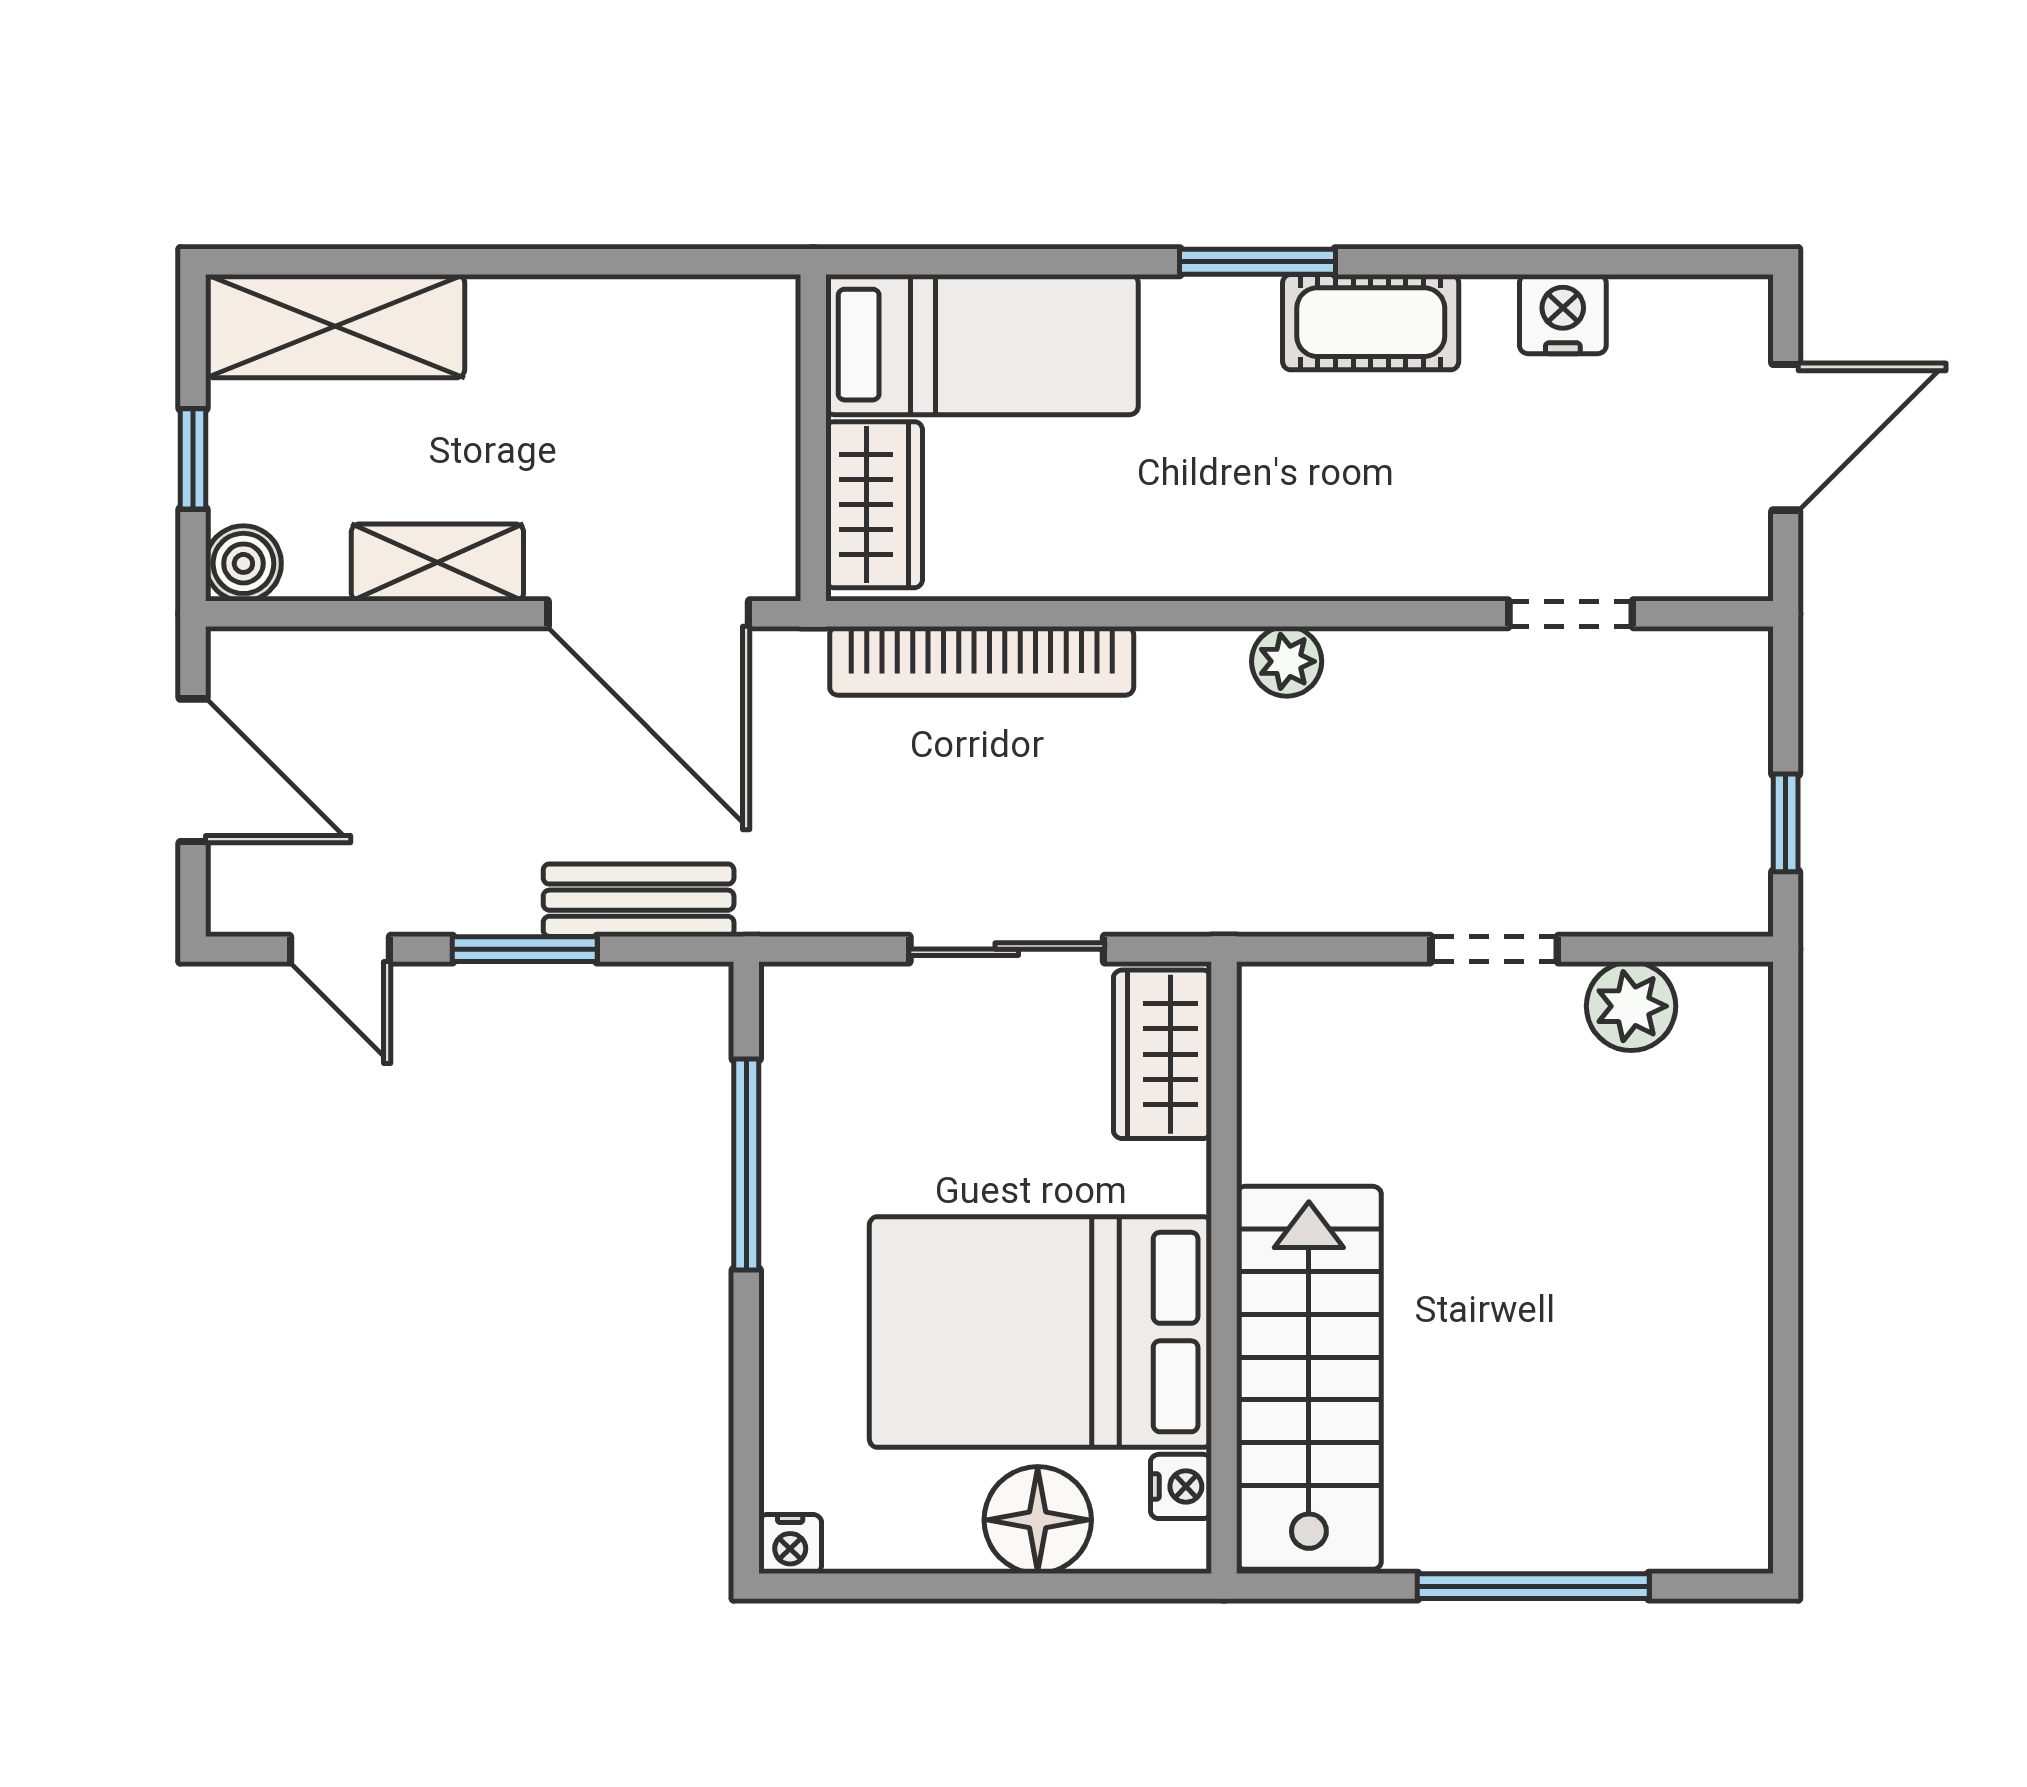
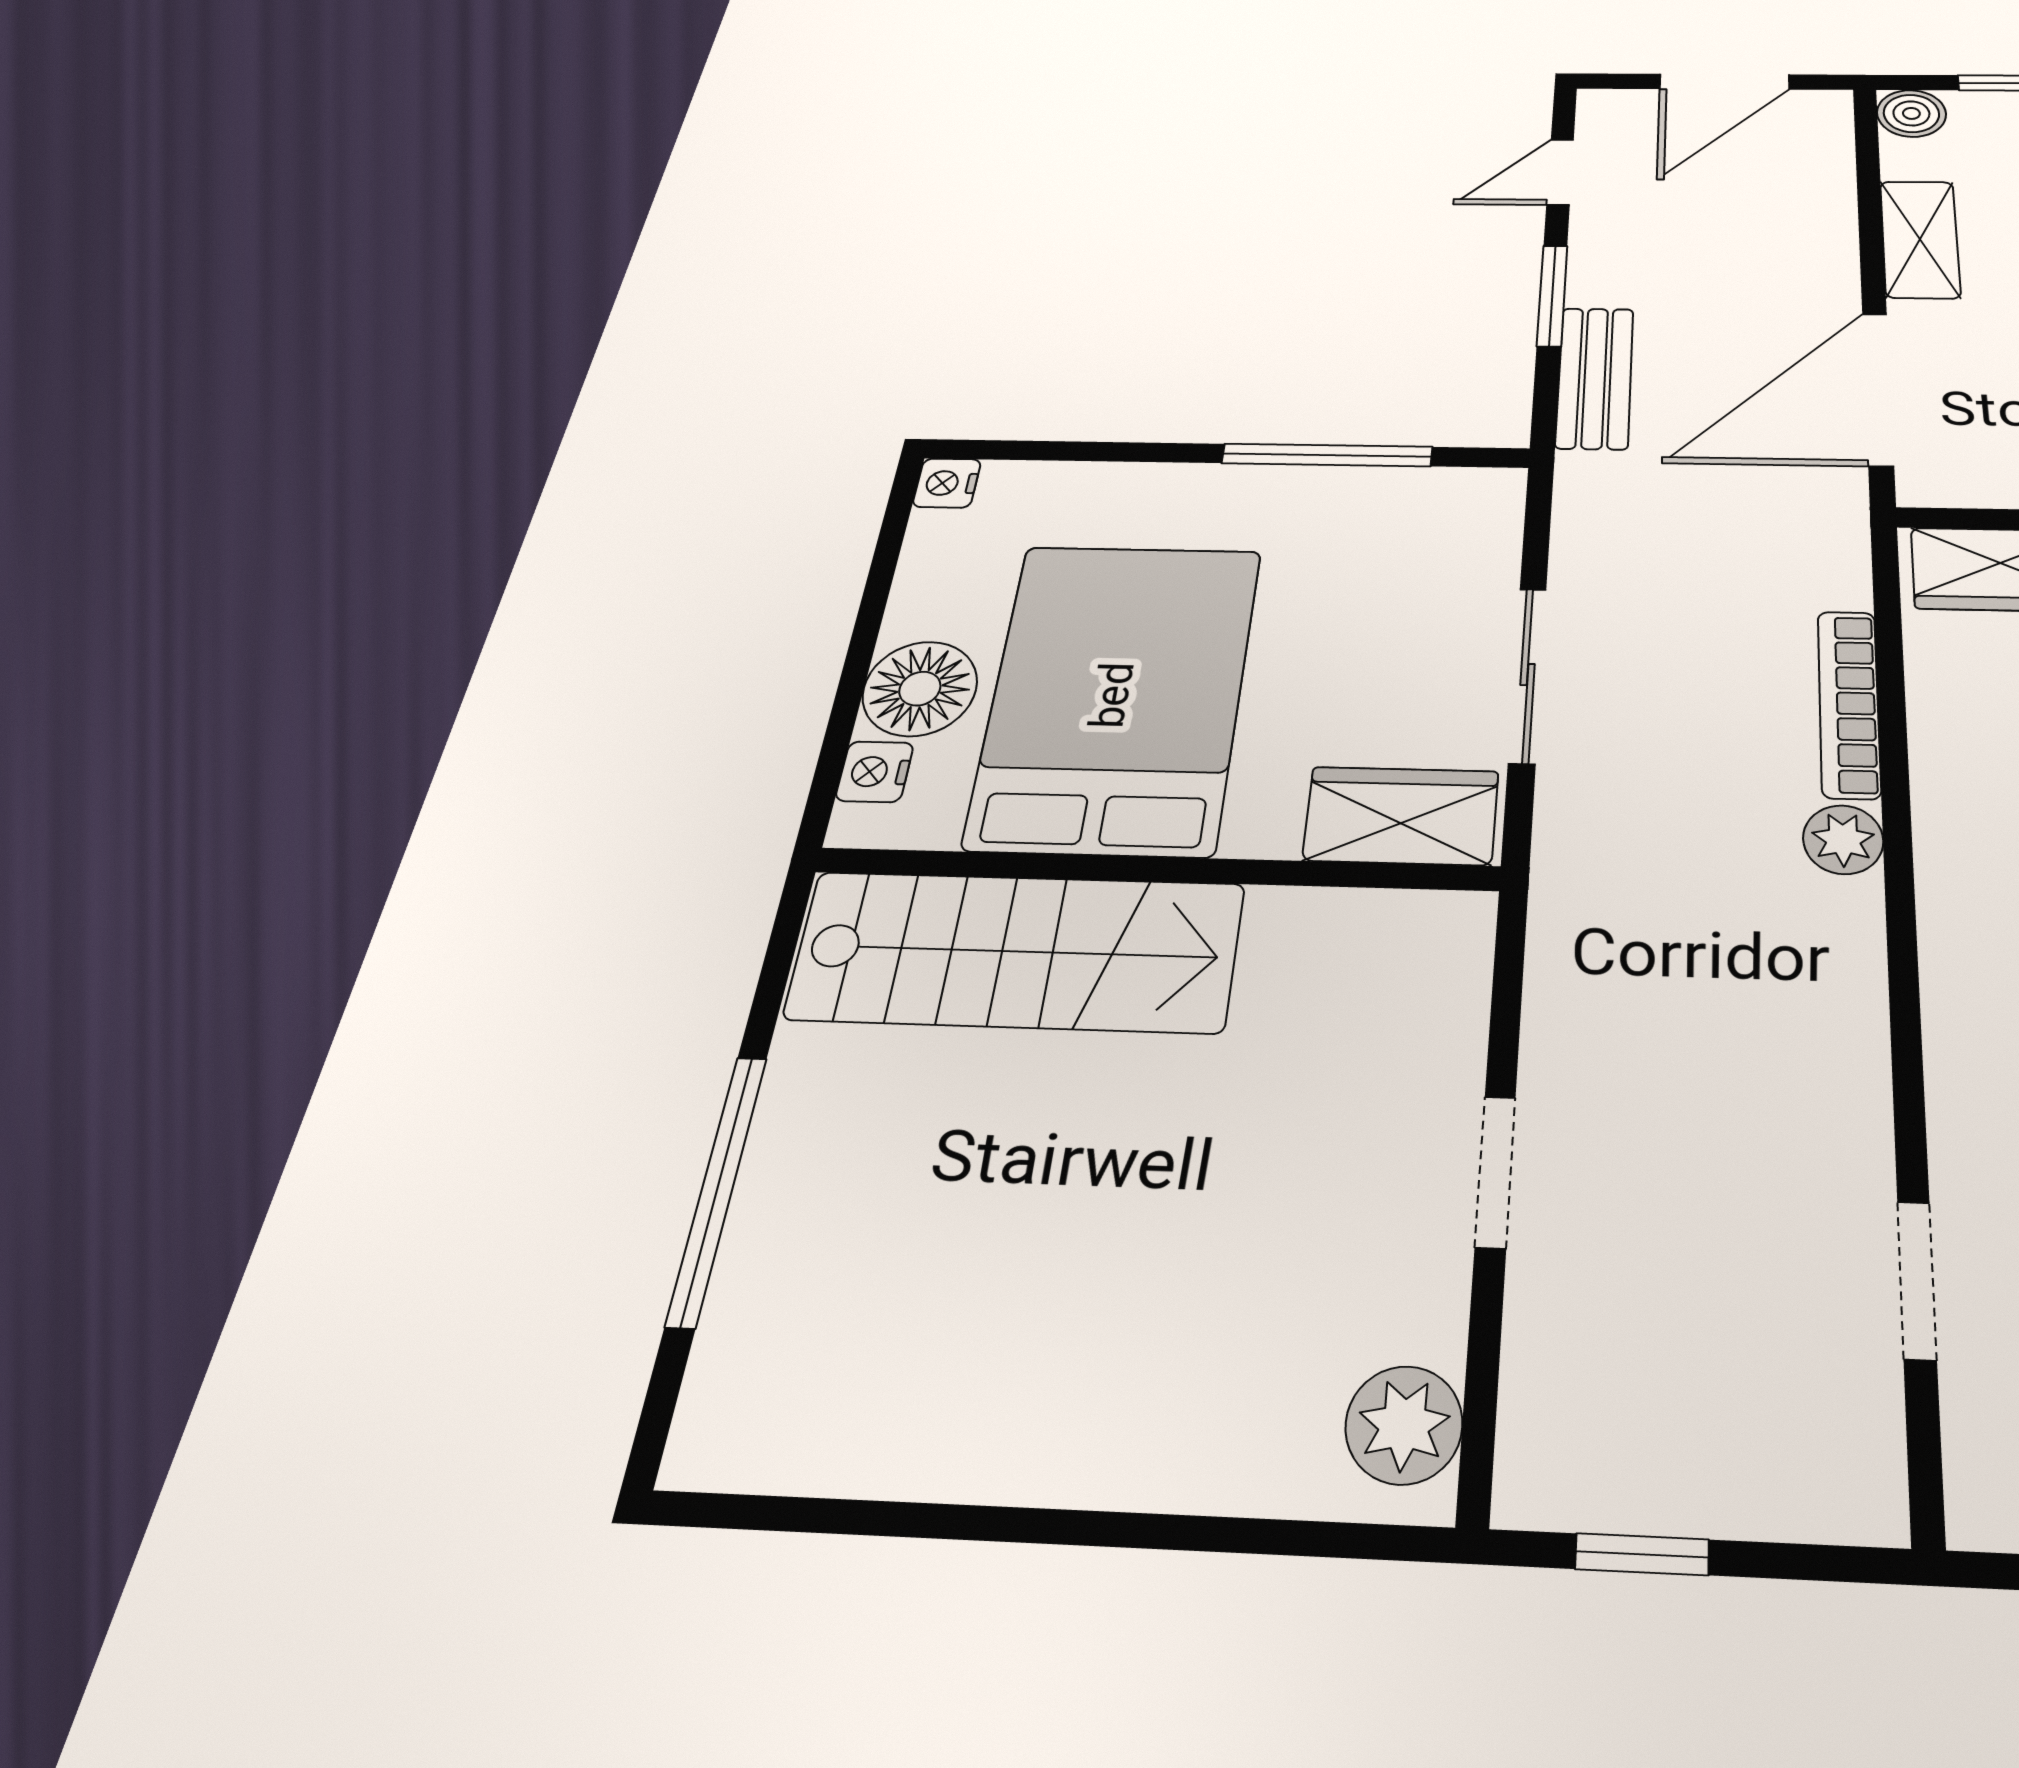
bookcase: (982, 661) -> (1849, 703), width x0.68, depth x0.76
plant: (1287, 661) -> (1843, 840), moved
plant: (1631, 1006) -> (1404, 1425), moved
nightstand: (1181, 1486) -> (875, 772), moved, turned 90

